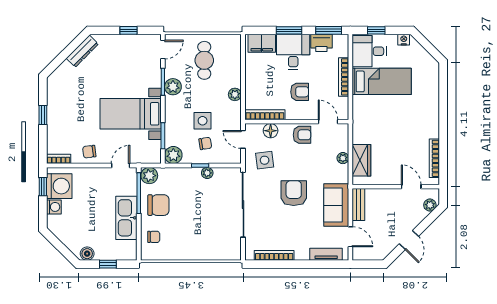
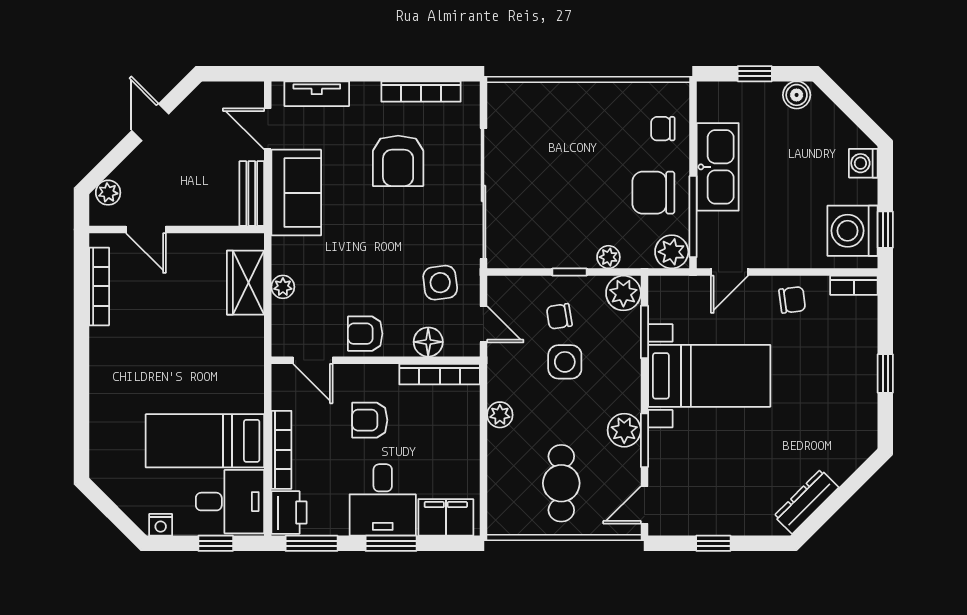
printer: (321, 43) -> (289, 513), moved, turned 90
plant: (207, 173) -> (608, 257), moved
armchair: (294, 193) -> (398, 161), moved
washing machine: (54, 207) -> (863, 163), moved

